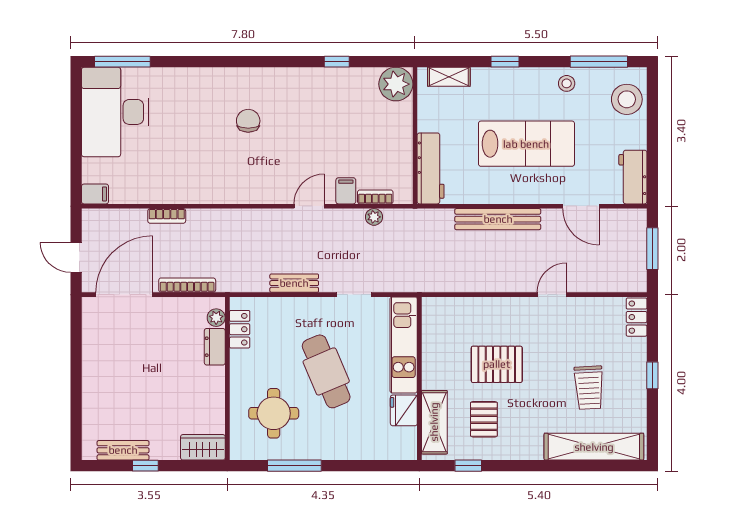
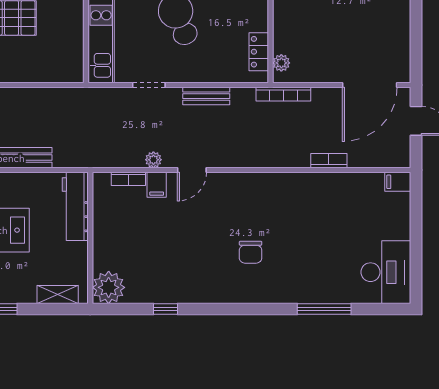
window: (122, 62) -> (324, 309), moved
desk: (115, 112) -> (386, 272), width x0.73, depth x0.77
plant: (374, 217) -> (153, 160), moved
bookcase: (187, 285) -> (283, 94), moved
dresser: (215, 347) -> (283, 35), removed

